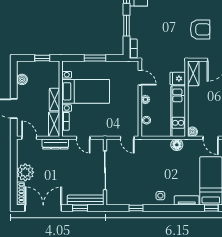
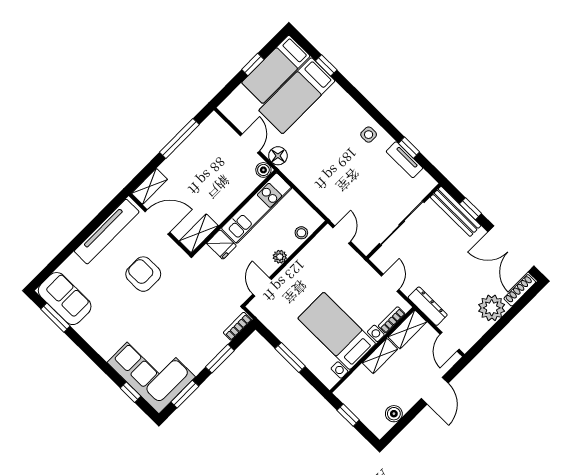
floor lamp: (177, 145) -> (278, 156), moved
tv unit: (187, 200) -> (404, 160), moved

